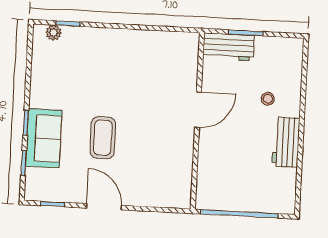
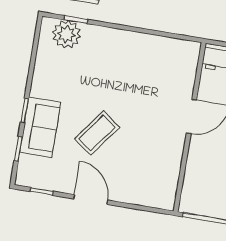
plant: (54, 33) -> (67, 34), width x1.88, depth x1.88
coffee table: (103, 138) -> (97, 133), turned 37

